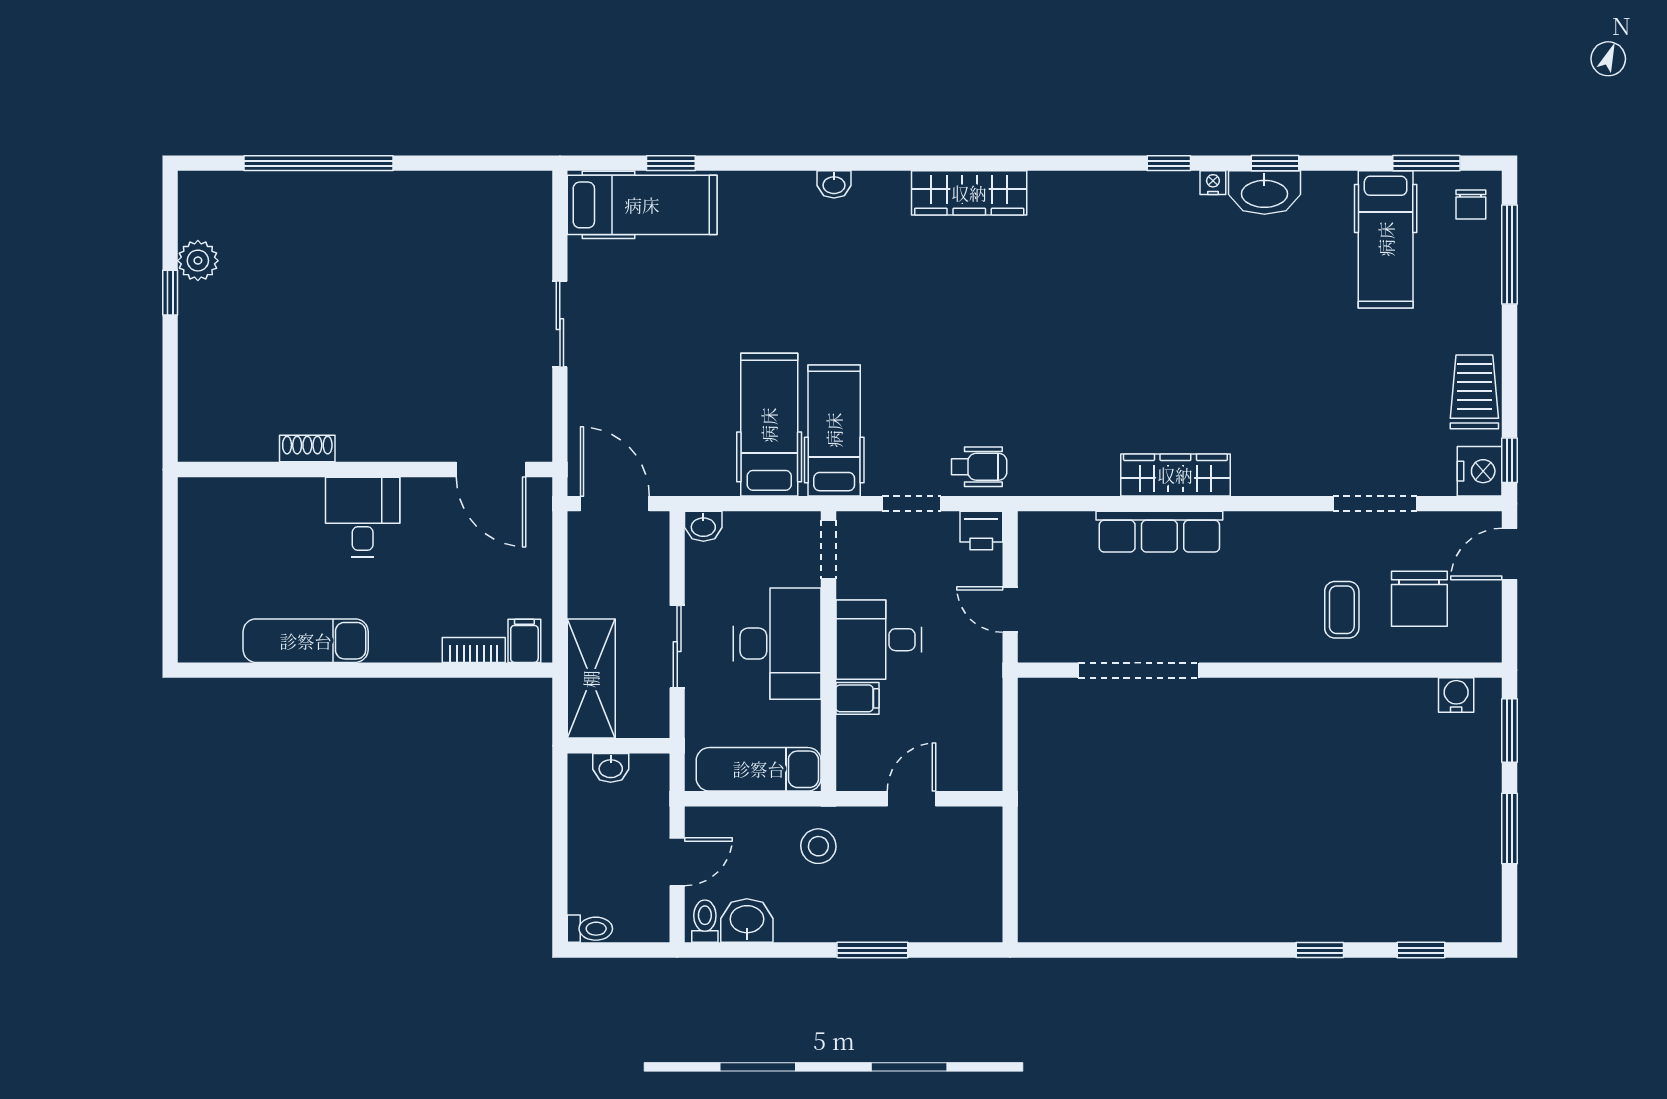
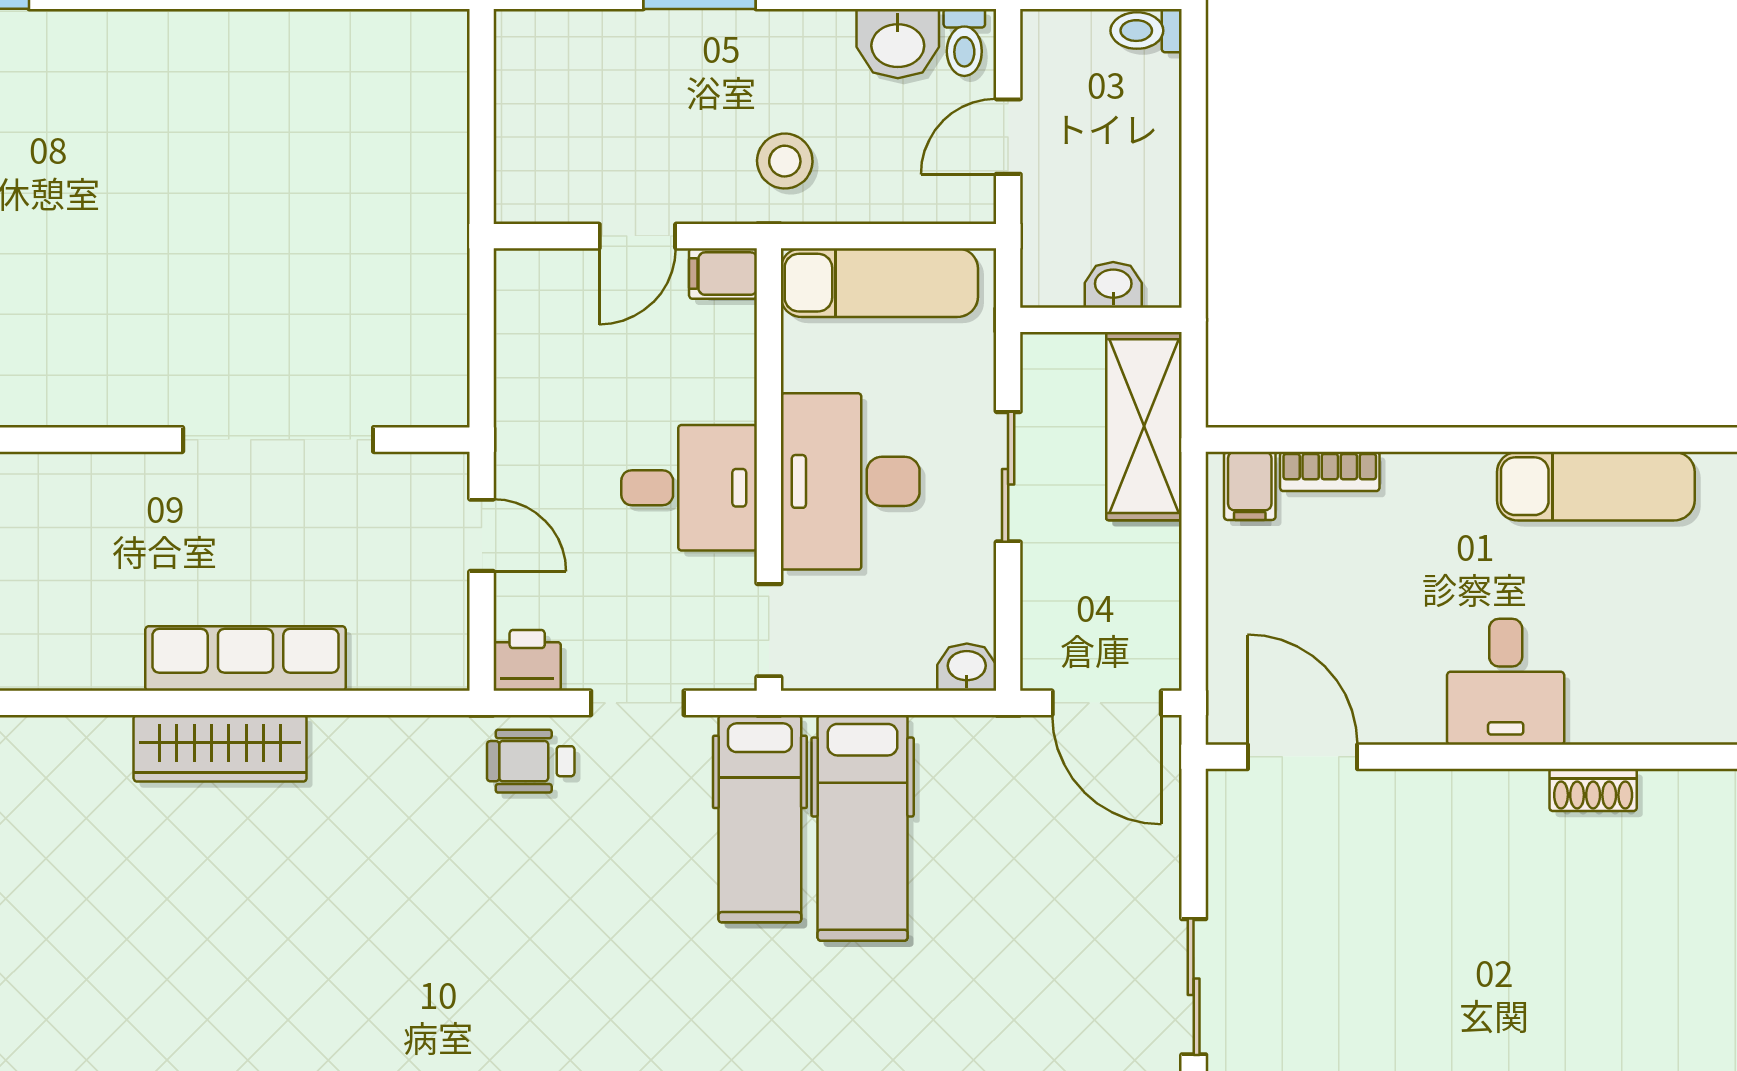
filing cabinet: (857, 698) -> (723, 274), moved

